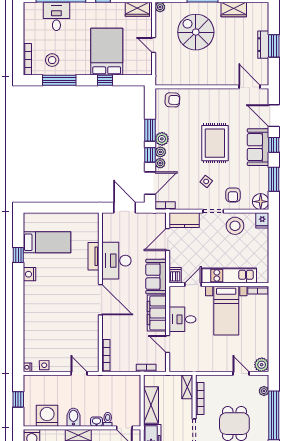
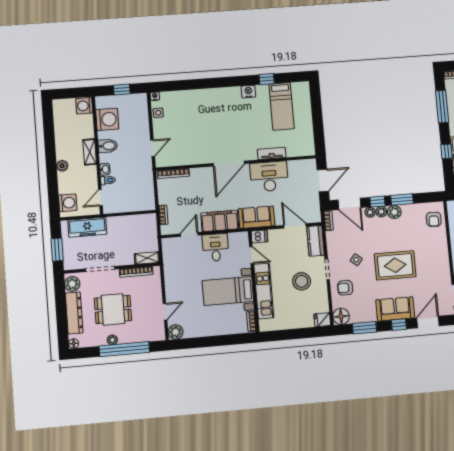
stool: (235, 226) -> (302, 281), moved
plant: (264, 391) -> (112, 340), moved
shelving: (151, 405) -> (126, 223), removed

